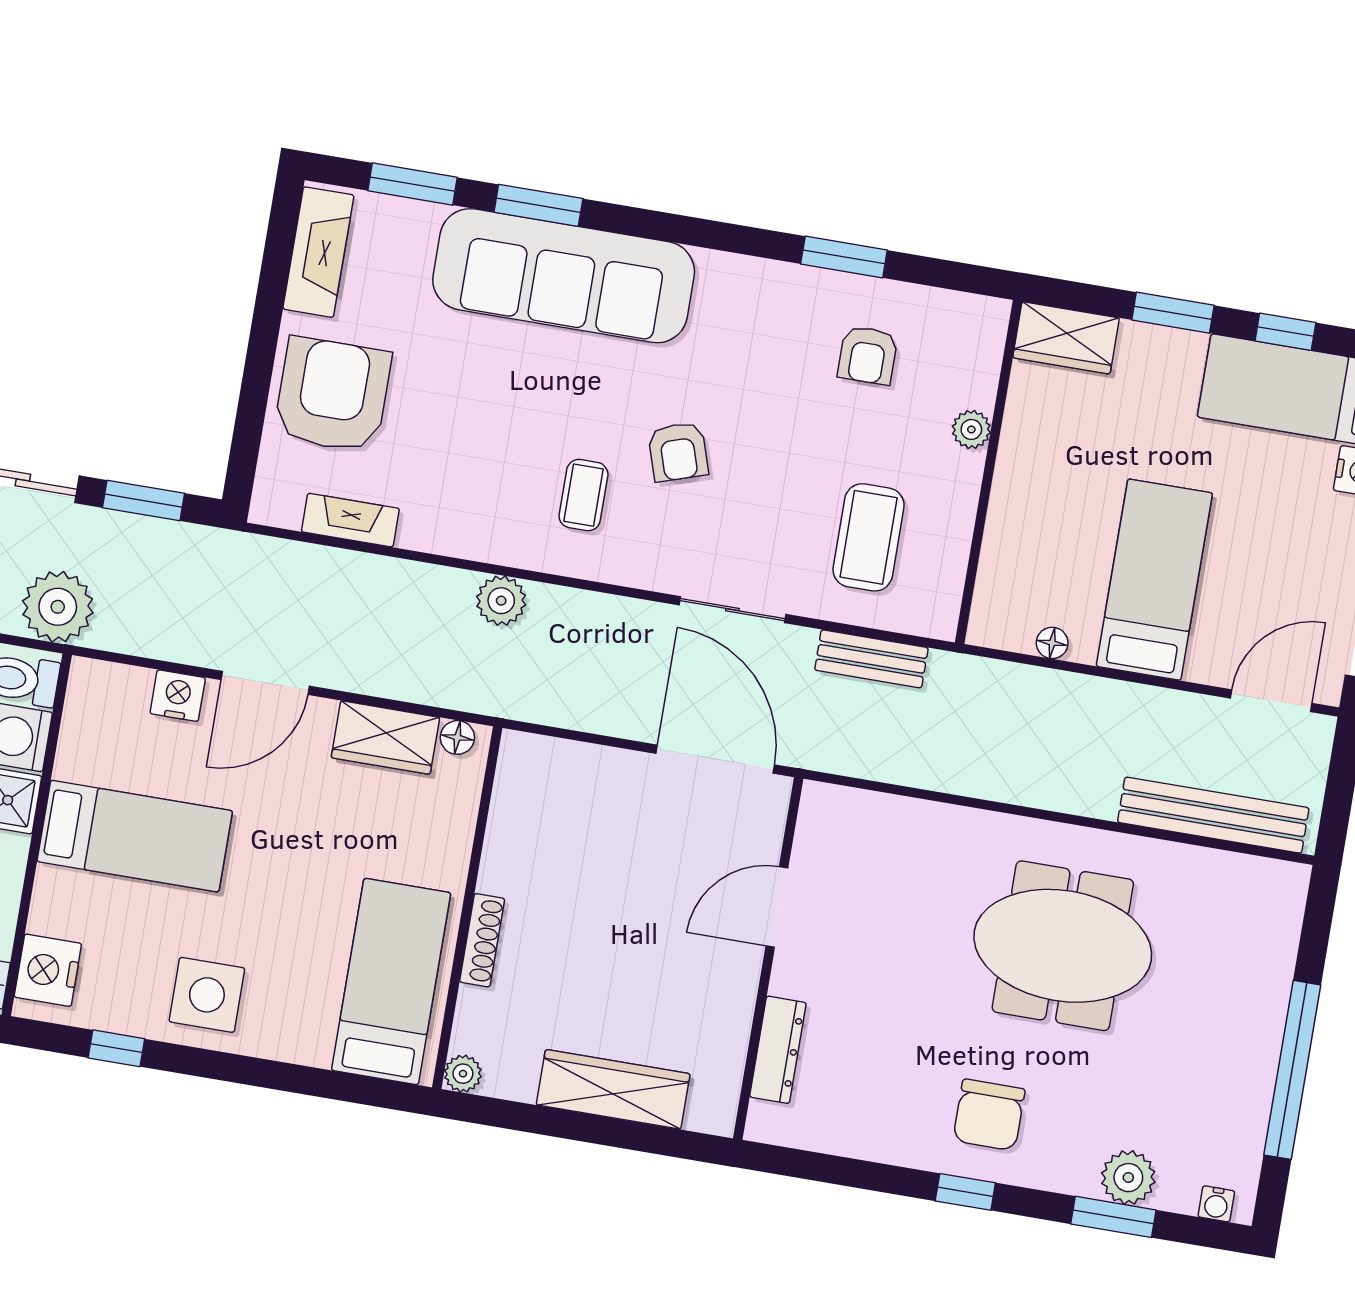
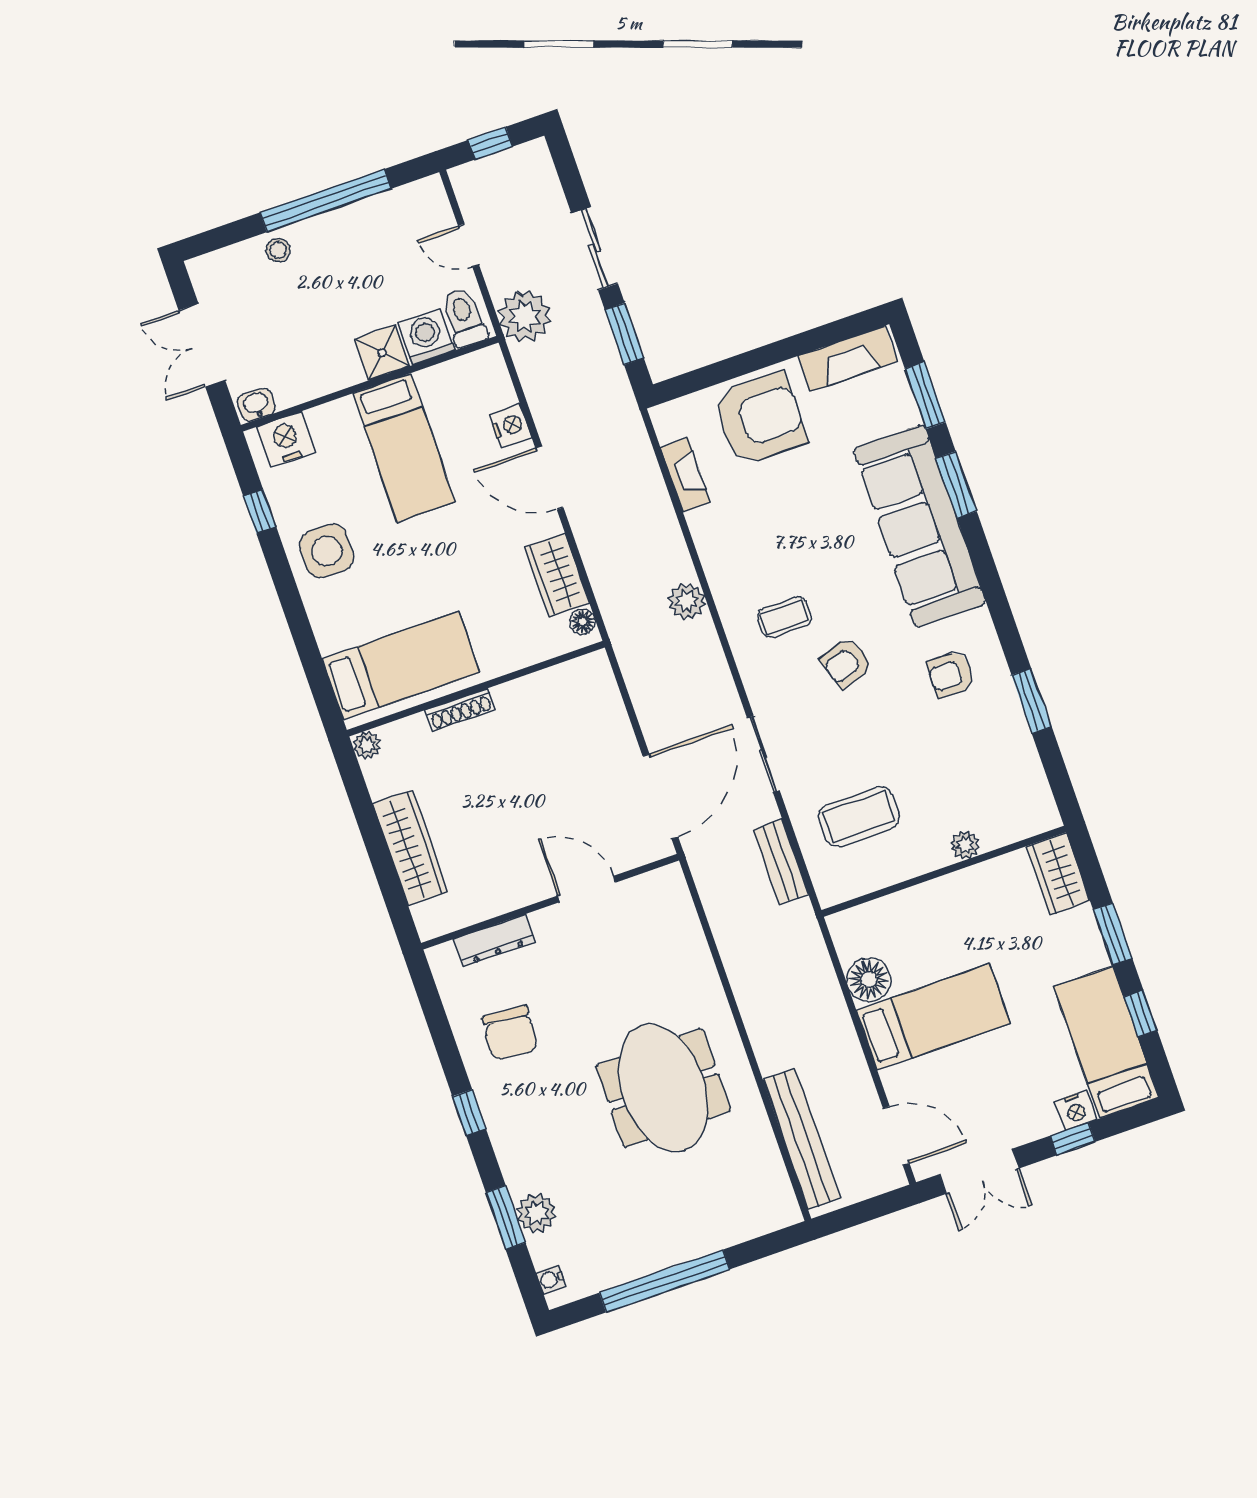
armchair: (868, 355) -> (951, 674), moved
floor lamp: (1052, 643) -> (869, 980), width x1.89, depth x1.89
chair: (989, 1115) -> (510, 1033), moved, turned -85

